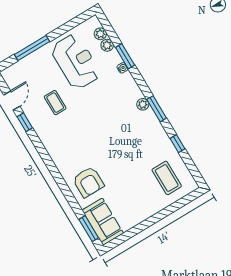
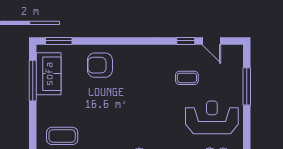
reception desk: (76, 62) -> (212, 117), turned 180
sofa: (103, 222) -> (49, 74), moved, turned -90
window: (135, 230) -> (33, 81), added

